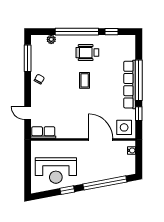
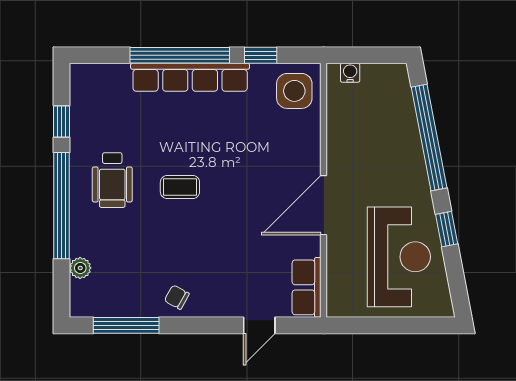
door: (101, 140) -> (324, 205), moved

